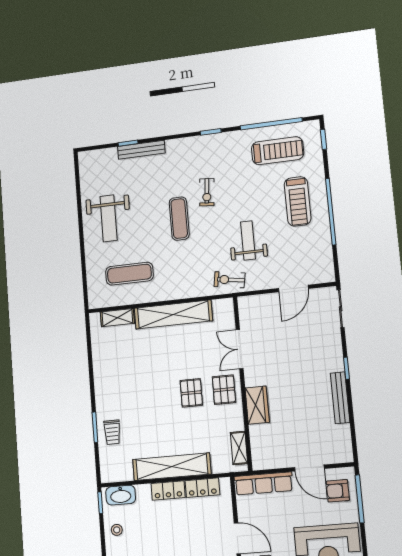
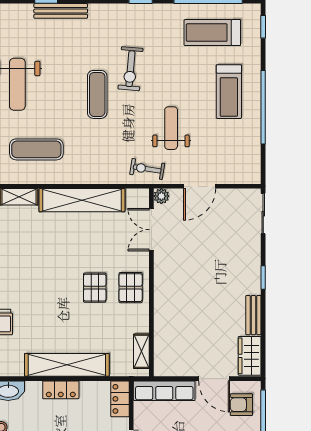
treadmill: (278, 151) -> (212, 33), turned 180
exercise bike: (207, 192) -> (130, 69), width x1.38, depth x1.39
door: (293, 288) -> (200, 186), moved
plant: (245, 303) -> (161, 196), added
double door: (240, 349) -> (151, 230), moved
bench: (340, 398) -> (253, 315), width x0.73
wardrobe: (257, 405) -> (250, 356), moved, turned 180
locker: (202, 488) -> (120, 399), moved, turned 90

